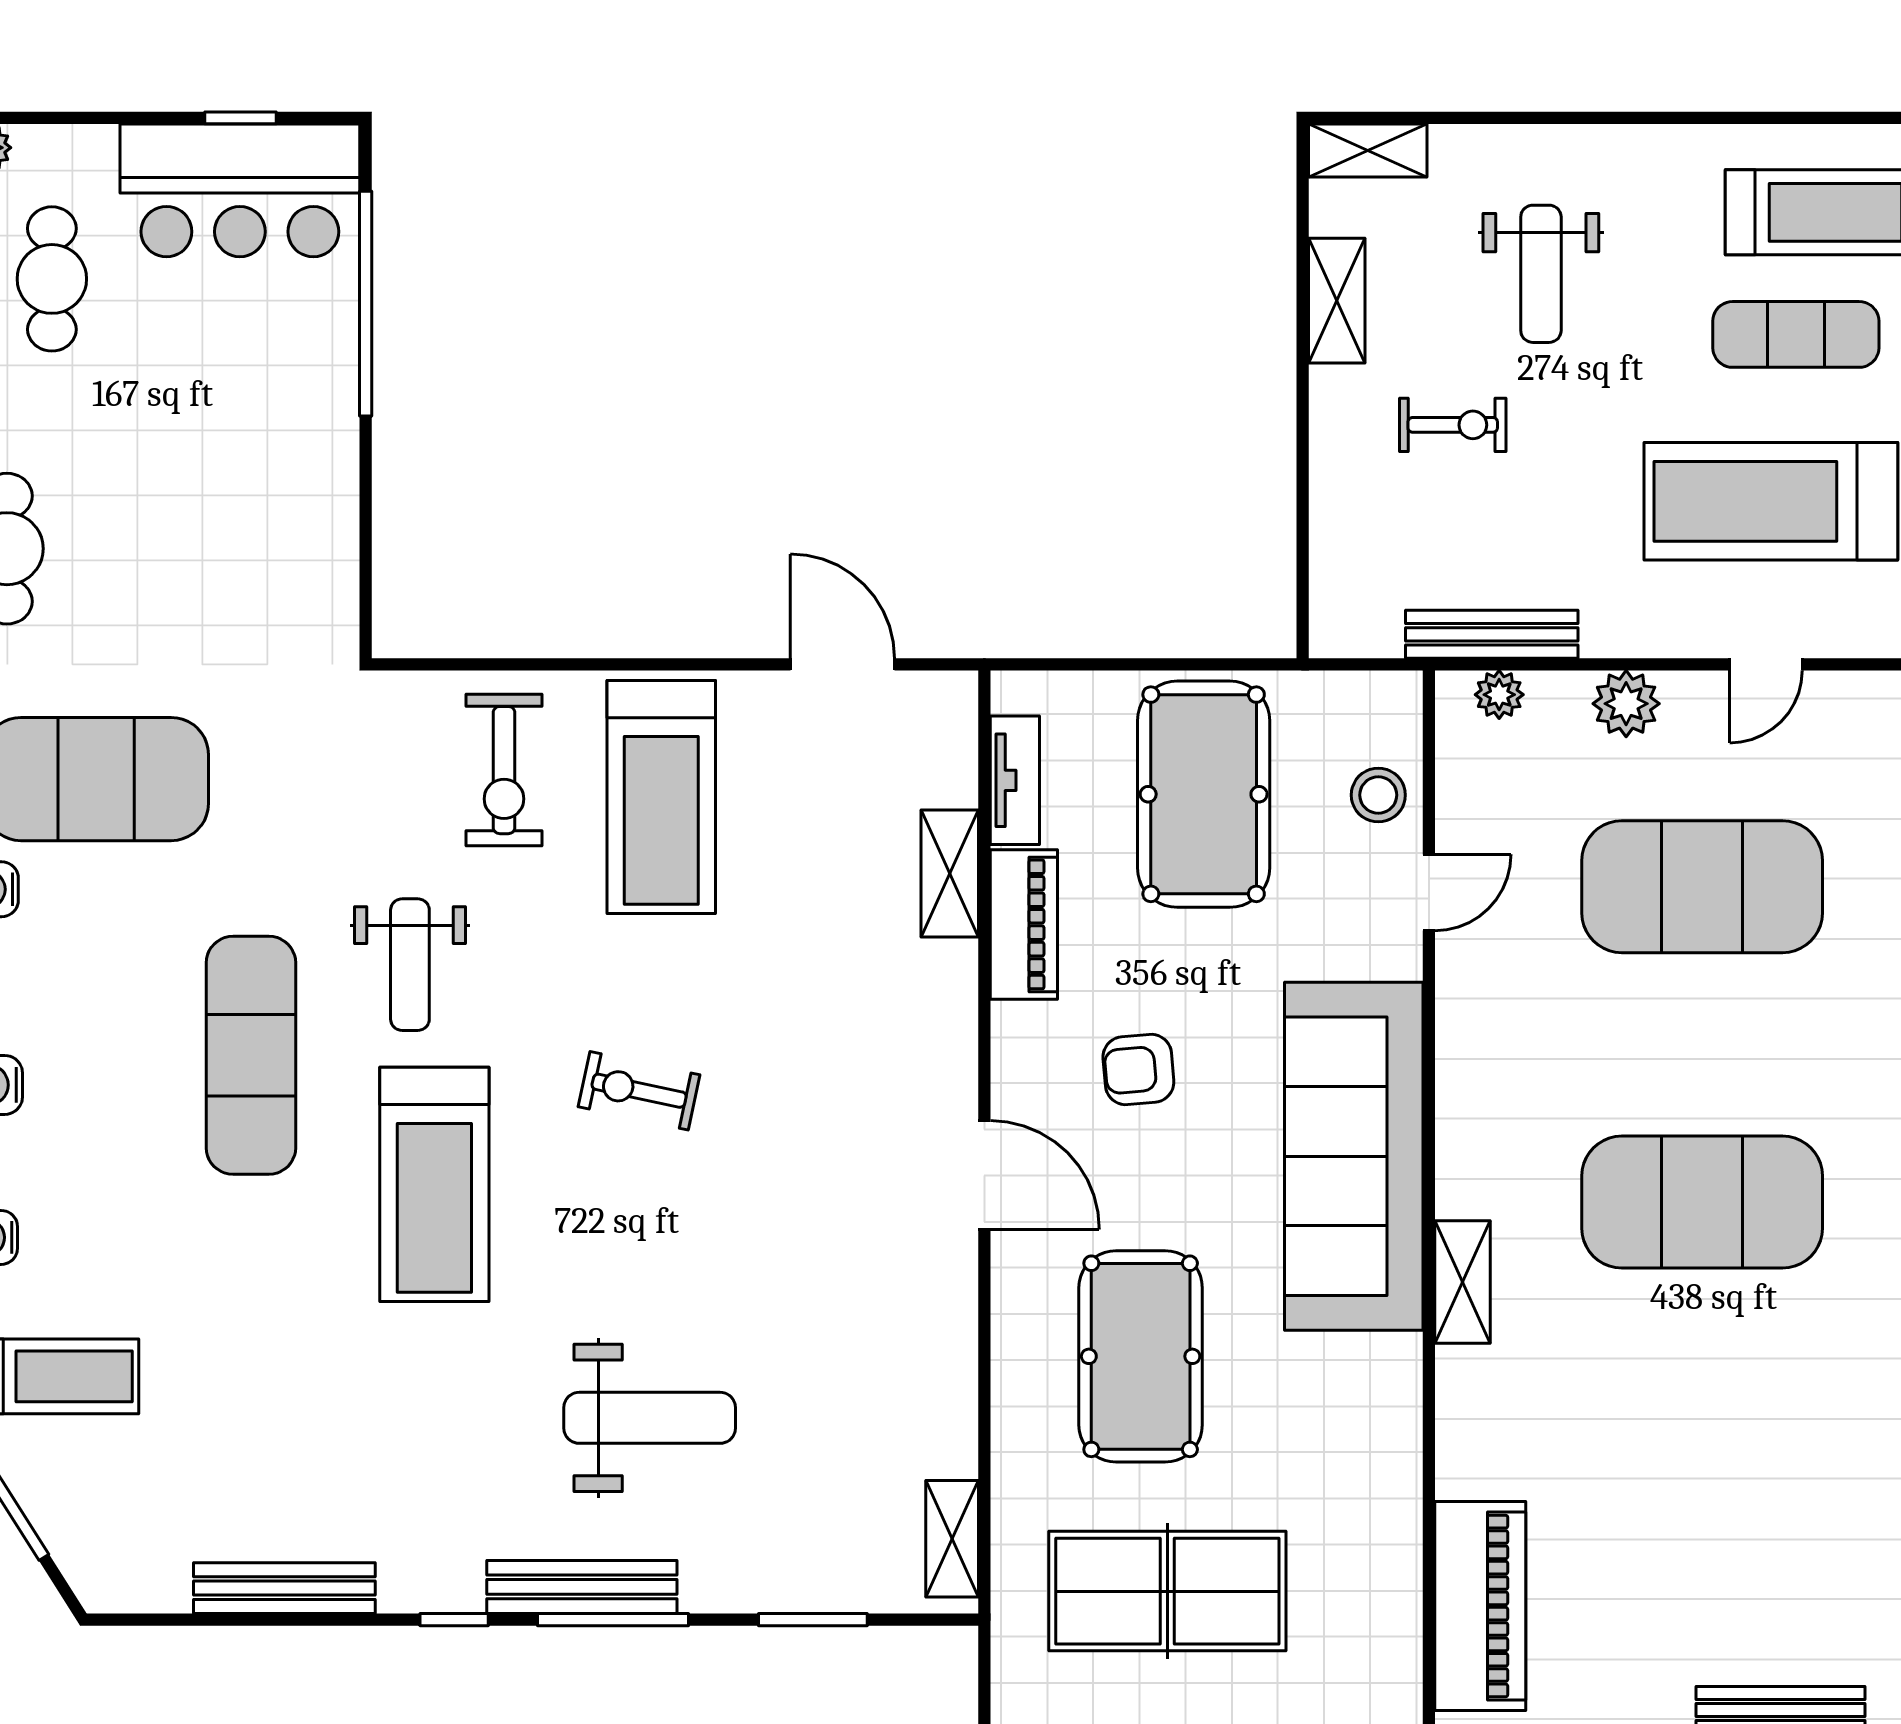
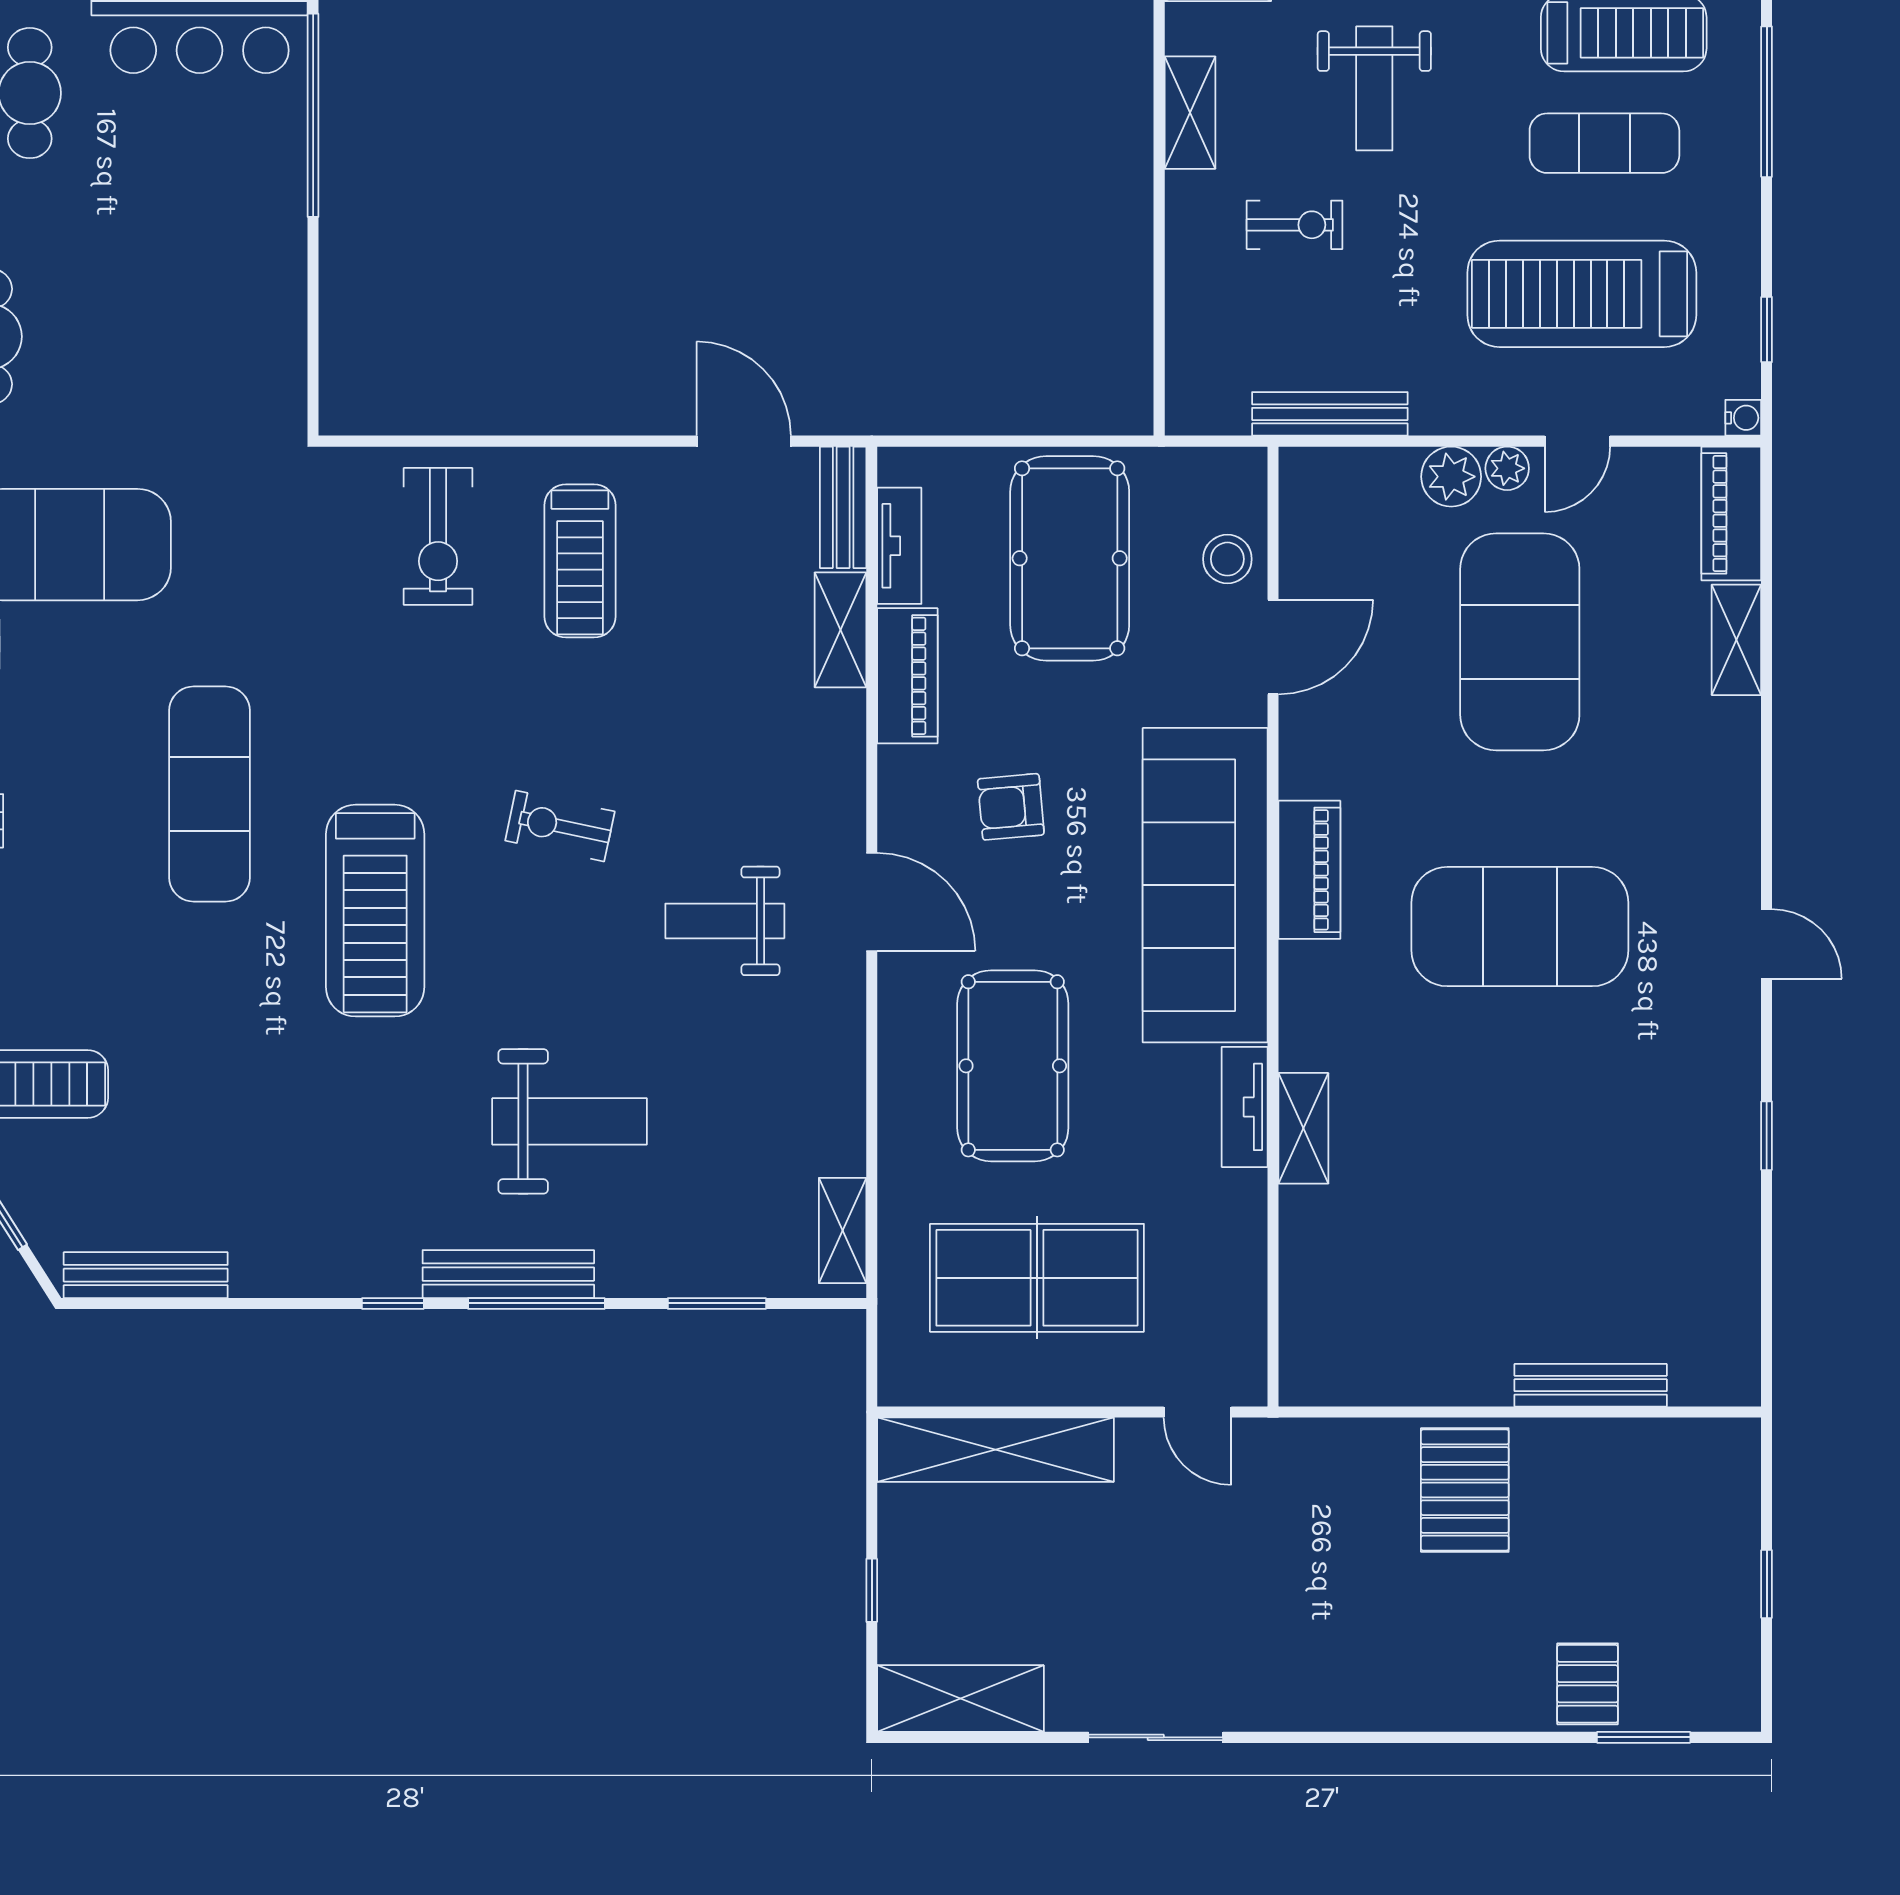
plant: (1499, 695) -> (1507, 468), moved
bench: (953, 738) -> (843, 507), added
treadmill: (661, 797) -> (580, 561), width x0.73, depth x0.73
exercise mat: (1702, 887) -> (1520, 642), turned 90
door: (1429, 892) -> (1273, 647), width x1.38
weight bench: (410, 965) -> (725, 921), moved, turned 90
shelving: (1462, 1282) -> (1303, 1128), moved
tv unit: (1397, 1402) -> (1245, 1107), added
bench: (284, 1588) -> (146, 1275), moved
piano: (1480, 1606) -> (1309, 870), moved, width x0.73, depth x0.75

